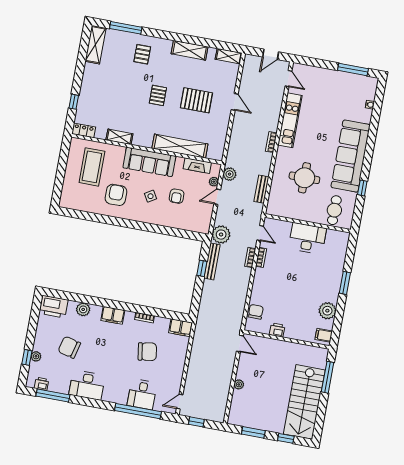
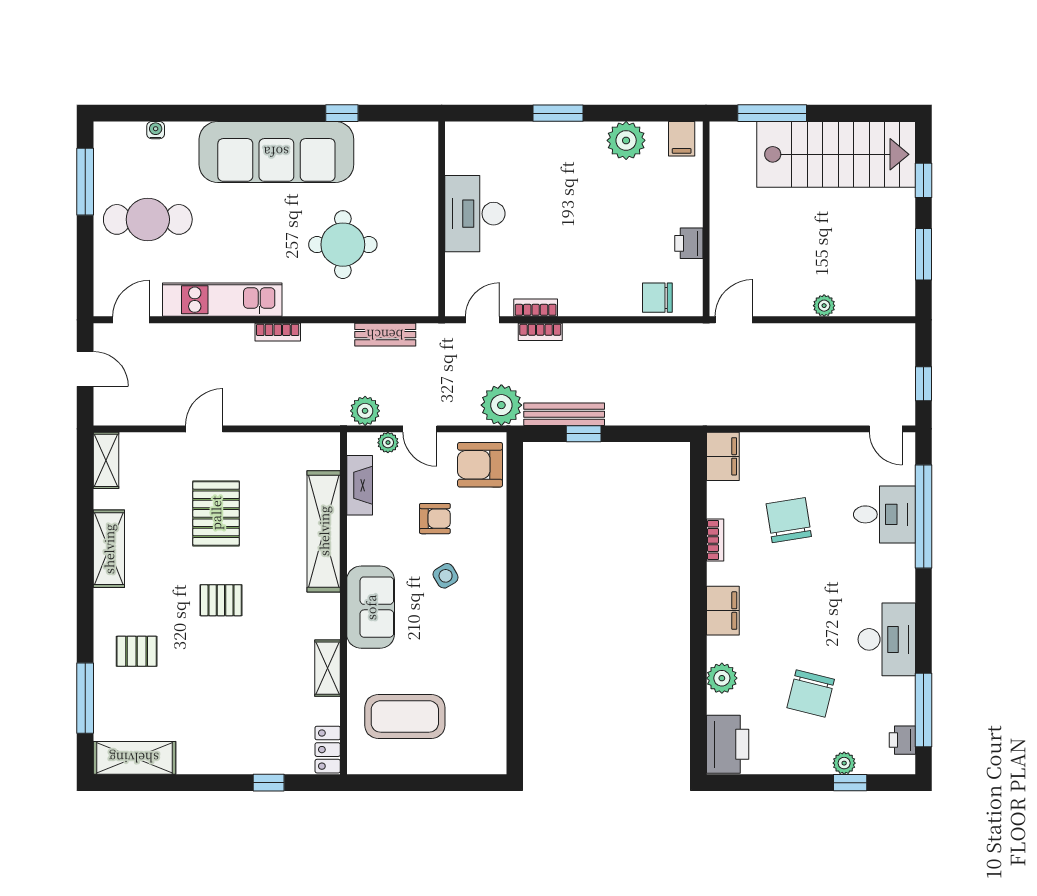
sofa: (149, 162) -> (371, 607), width x0.73
armchair: (116, 195) -> (480, 465), moved
cafe table: (334, 210) -> (148, 219), moved, width x1.37, depth x1.35

